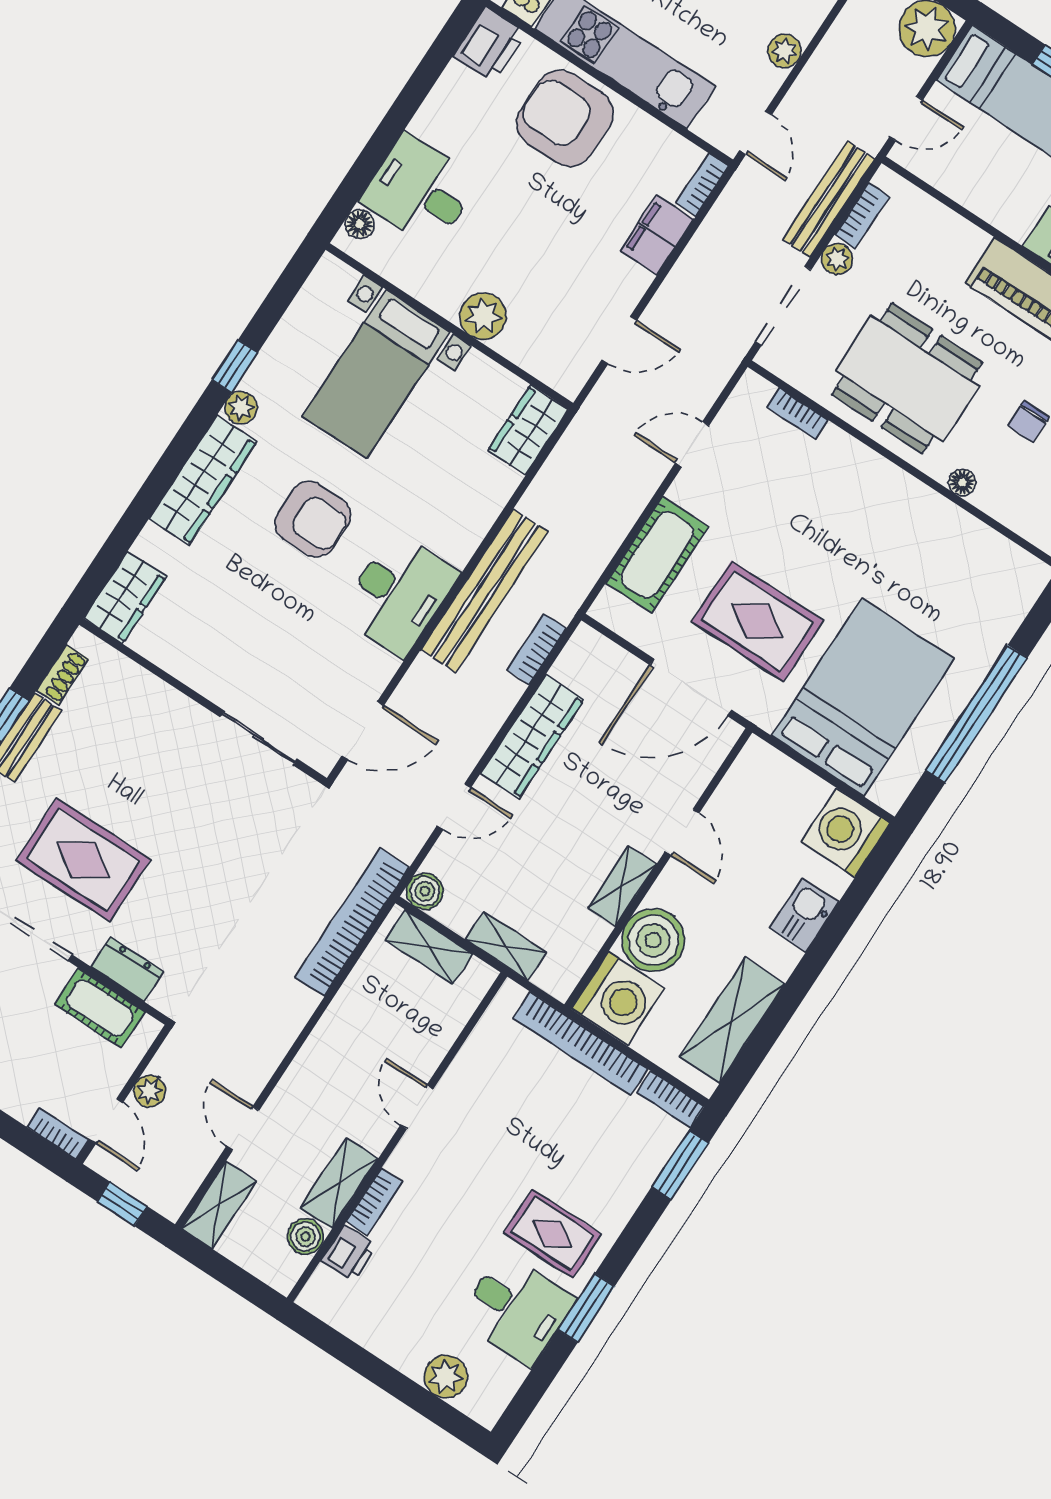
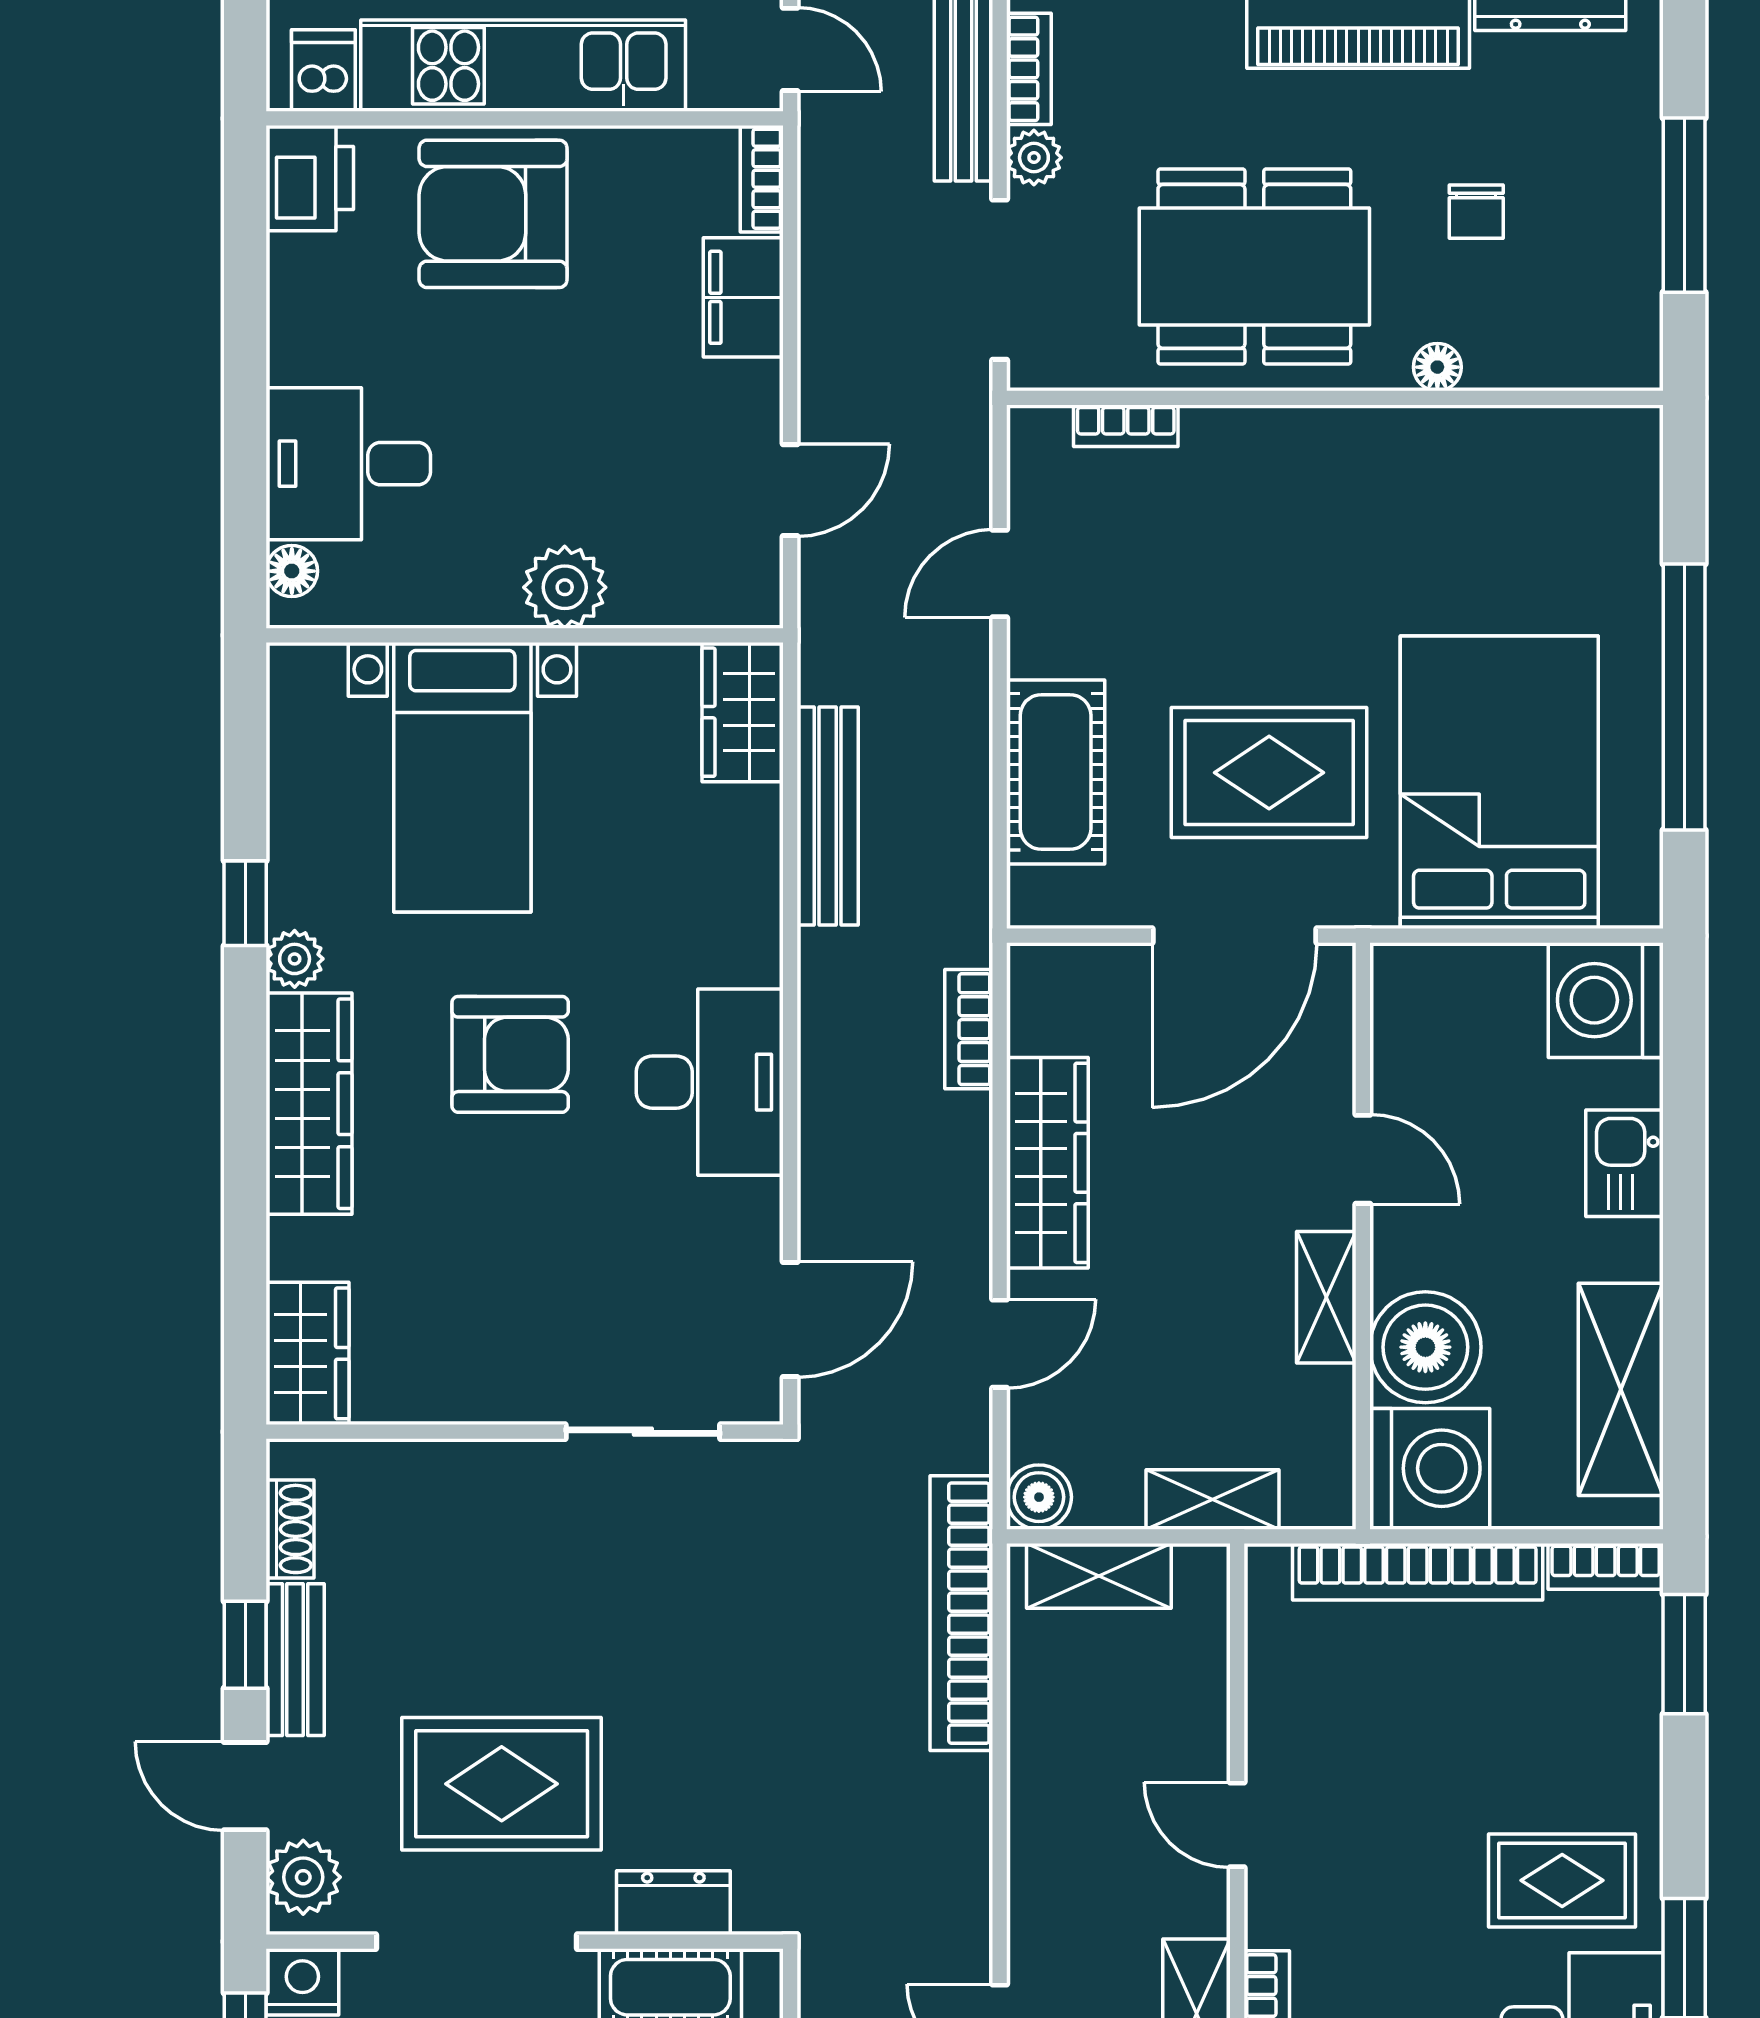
bench: (484, 591) -> (828, 816), moved, width x0.73, depth x0.82

